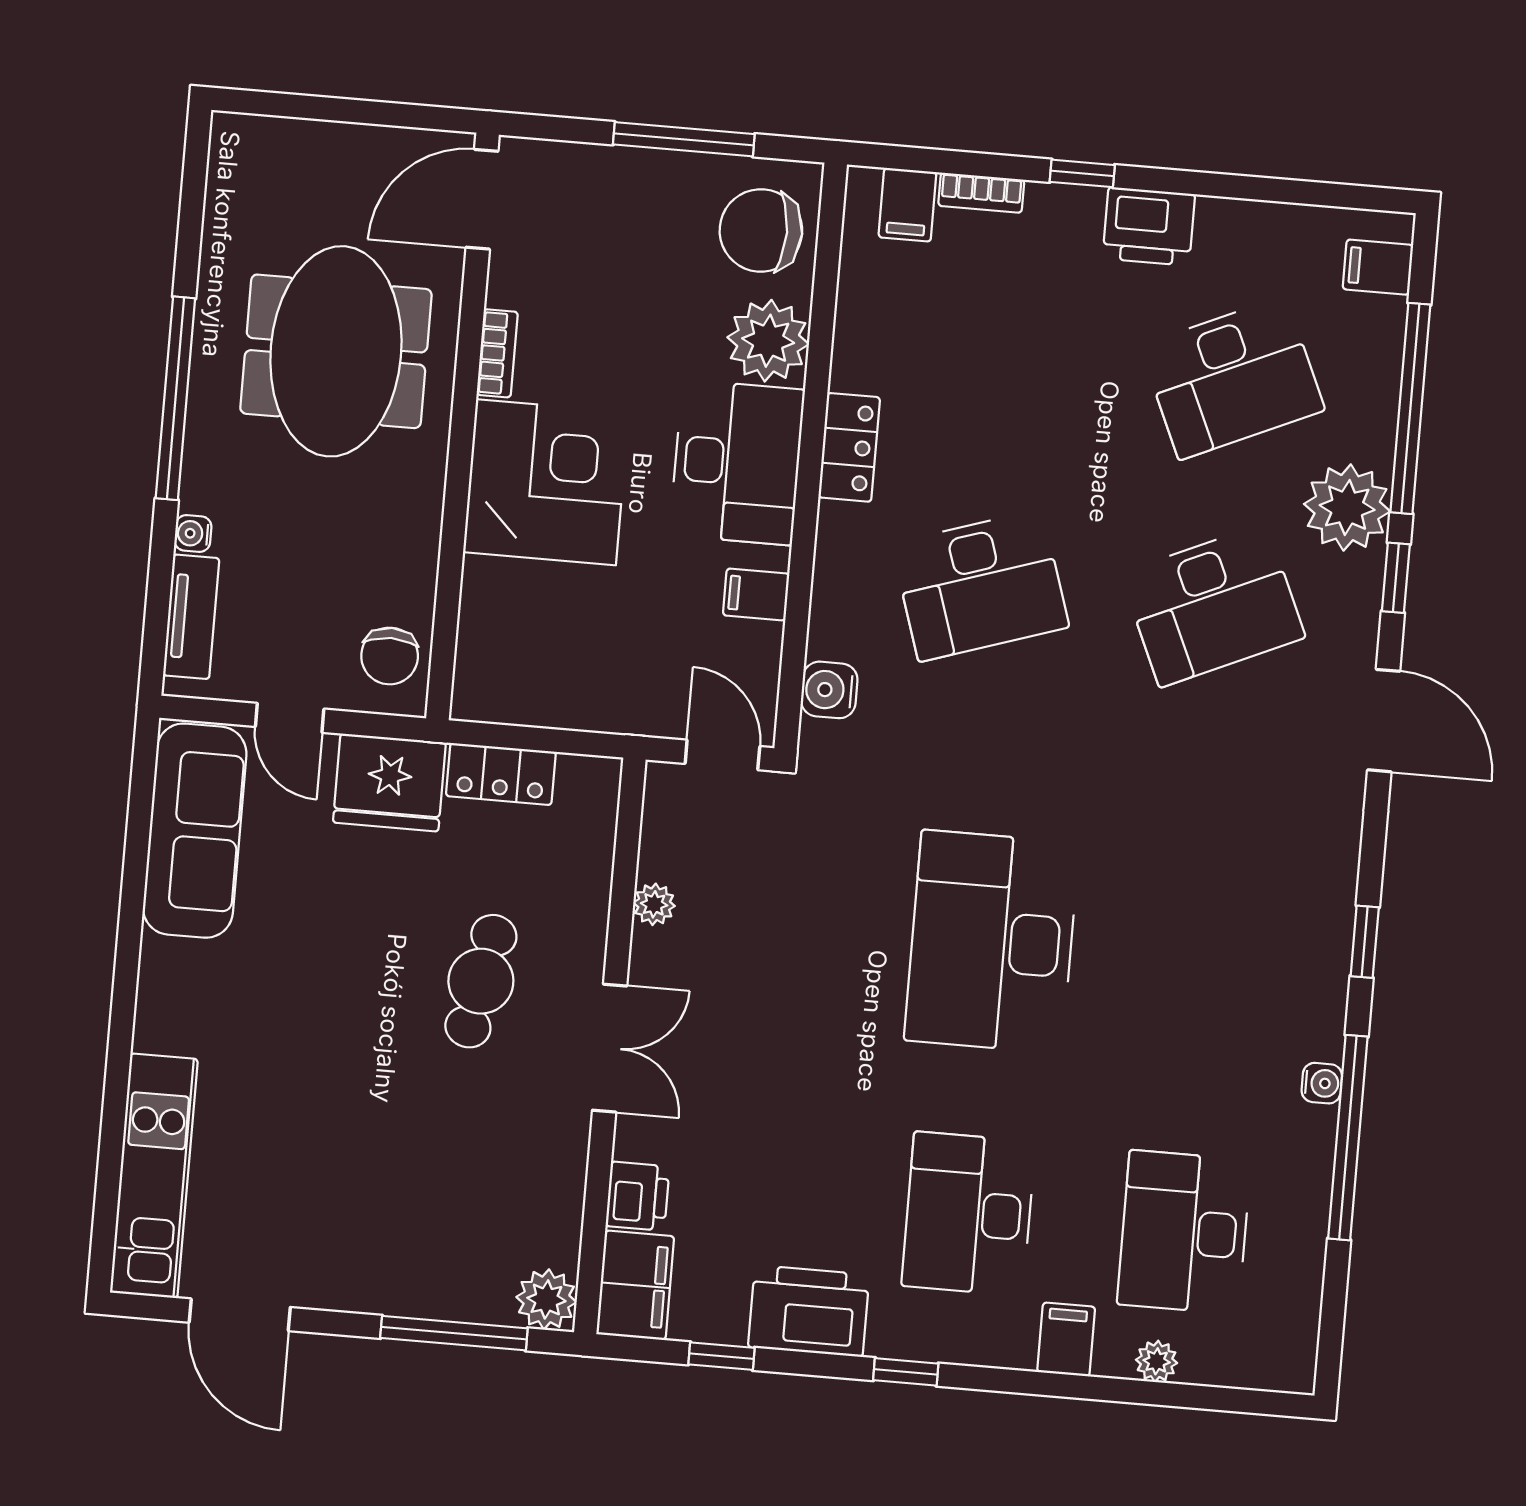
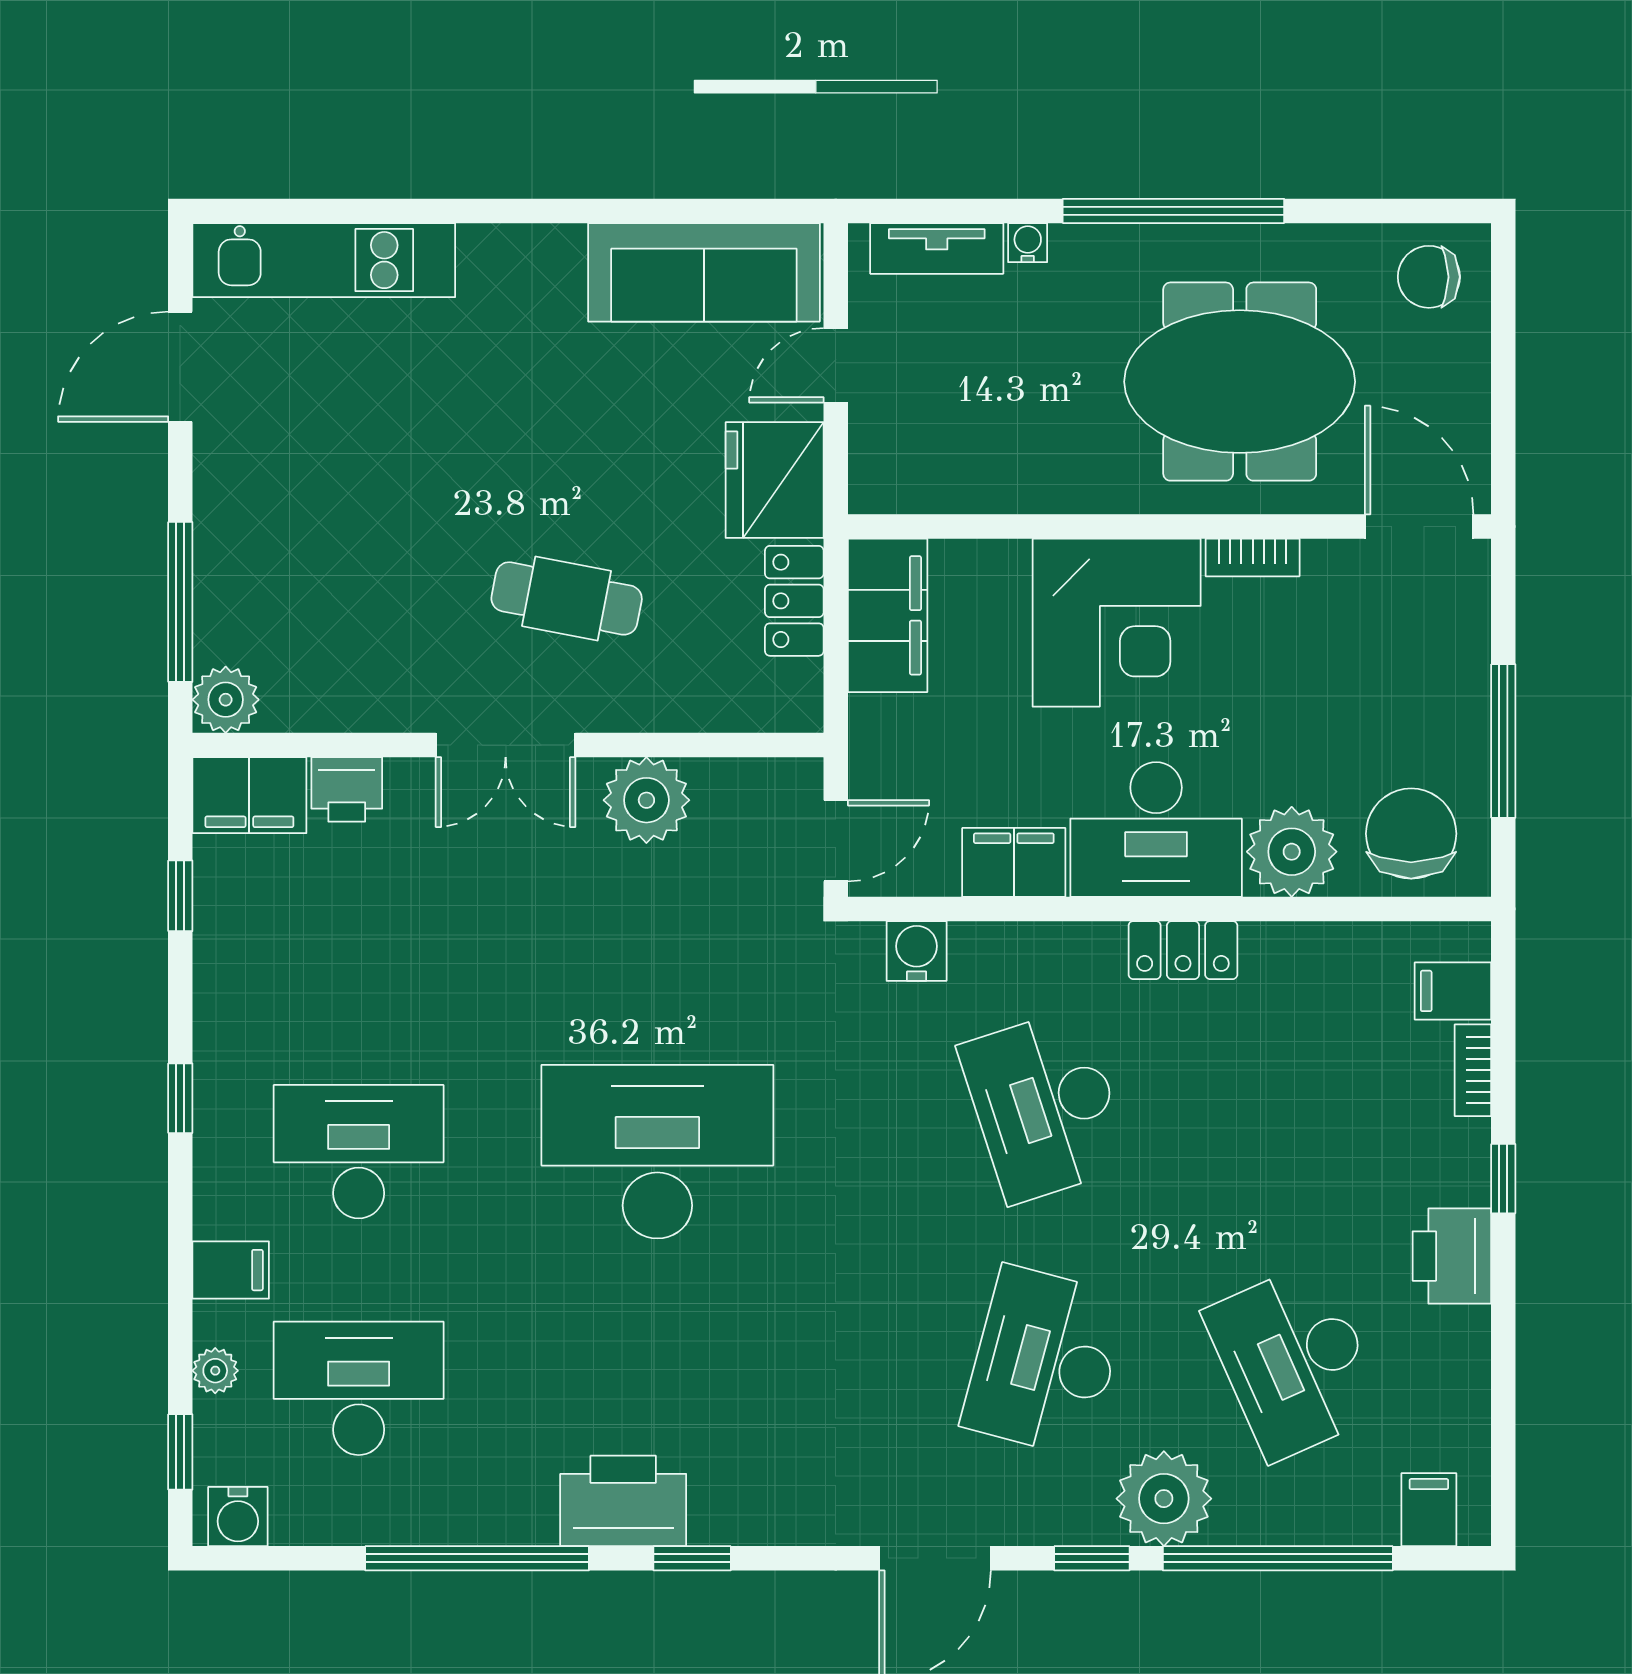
filing cabinet: (756, 594) -> (1014, 862), width x2.00
desk: (1213, 605) -> (1045, 1361), turned 39
chair: (390, 656) -> (1429, 277), moved
filing cabinet: (521, 690) -> (888, 615), added
plant: (654, 904) -> (646, 800), width x1.88, depth x1.88
water cooler: (1322, 1083) -> (238, 1516), moved, width x1.38, depth x1.38
printer: (809, 1311) -> (623, 1501), moved, turned -90
window: (1228, 1399) -> (180, 1452), added

